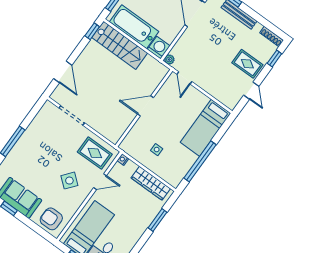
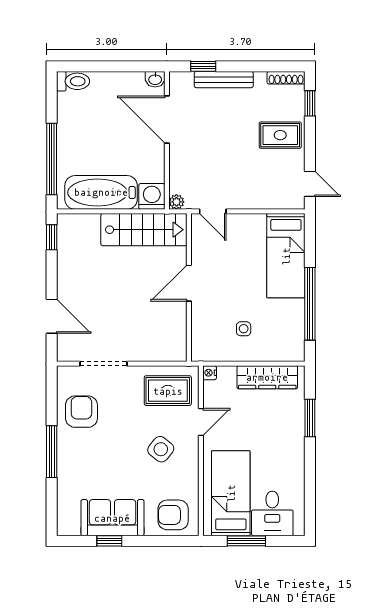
stairs: (120, 45) -> (144, 230), moved
door: (251, 91) -> (310, 184), moved
armchair: (43, 132) -> (81, 412), added

